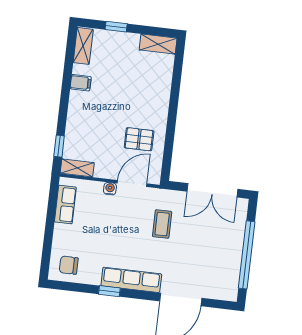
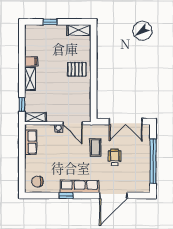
shelving: (83, 46) -> (30, 79), moved
pallet: (139, 139) -> (77, 69), moved
door: (132, 183) -> (73, 123), swing flipped
wheelchair: (189, 242) -> (115, 157), added

